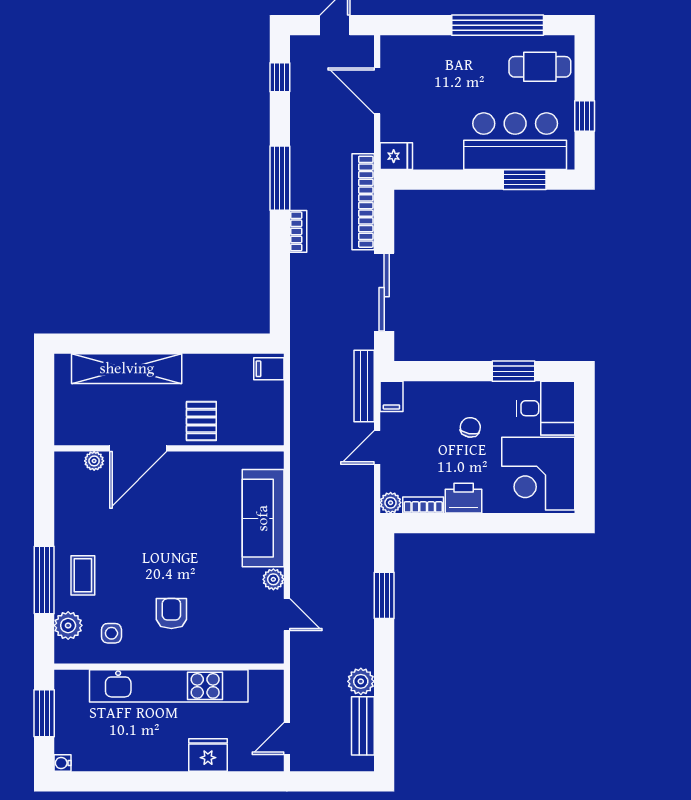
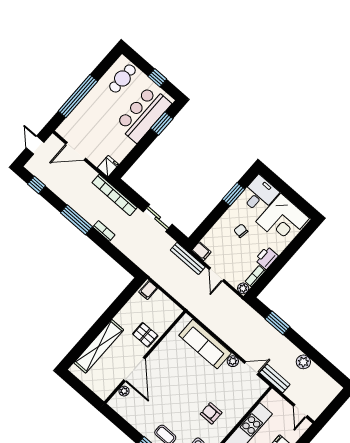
window: (498, 25) -> (78, 96), moved
sliding door: (384, 292) -> (158, 218), width x0.73
bench: (363, 726) -> (275, 379), moved

